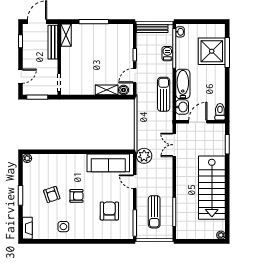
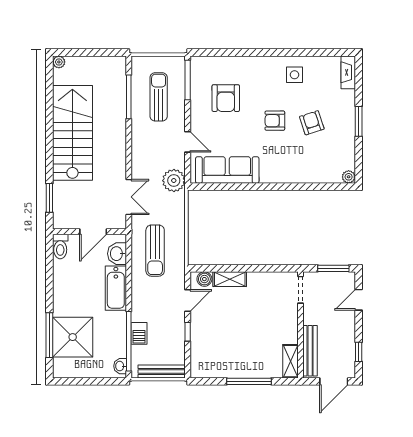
sun lounger: (164, 94) -> (155, 251), moved

